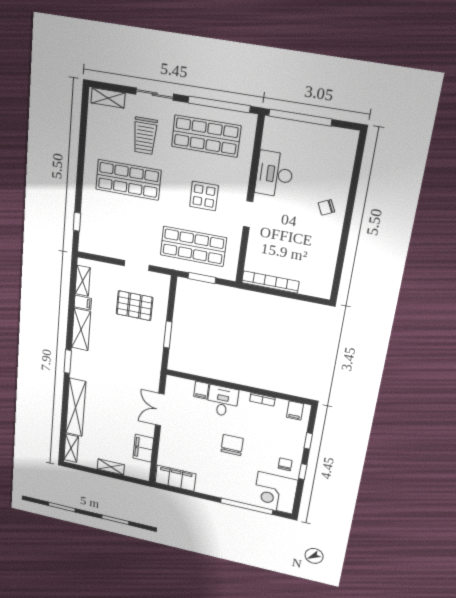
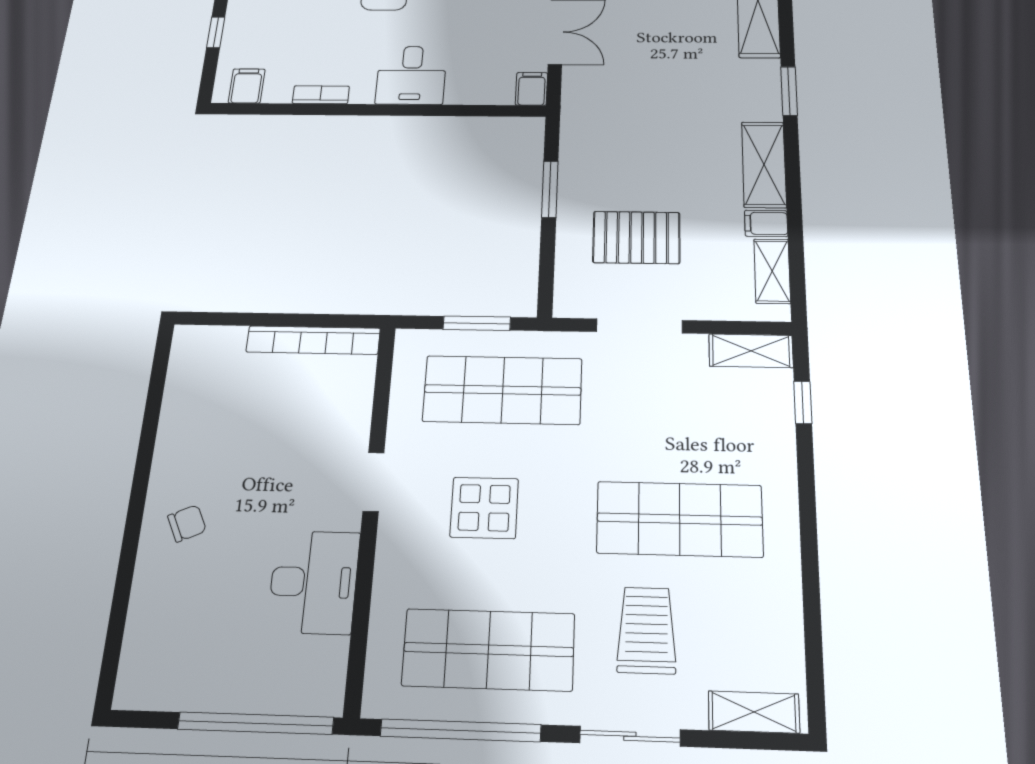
shelving: (94, 247) -> (751, 351), added
doorway: (137, 266) -> (640, 326), width x1.38
filing cabinet: (201, 390) -> (532, 89), moved

